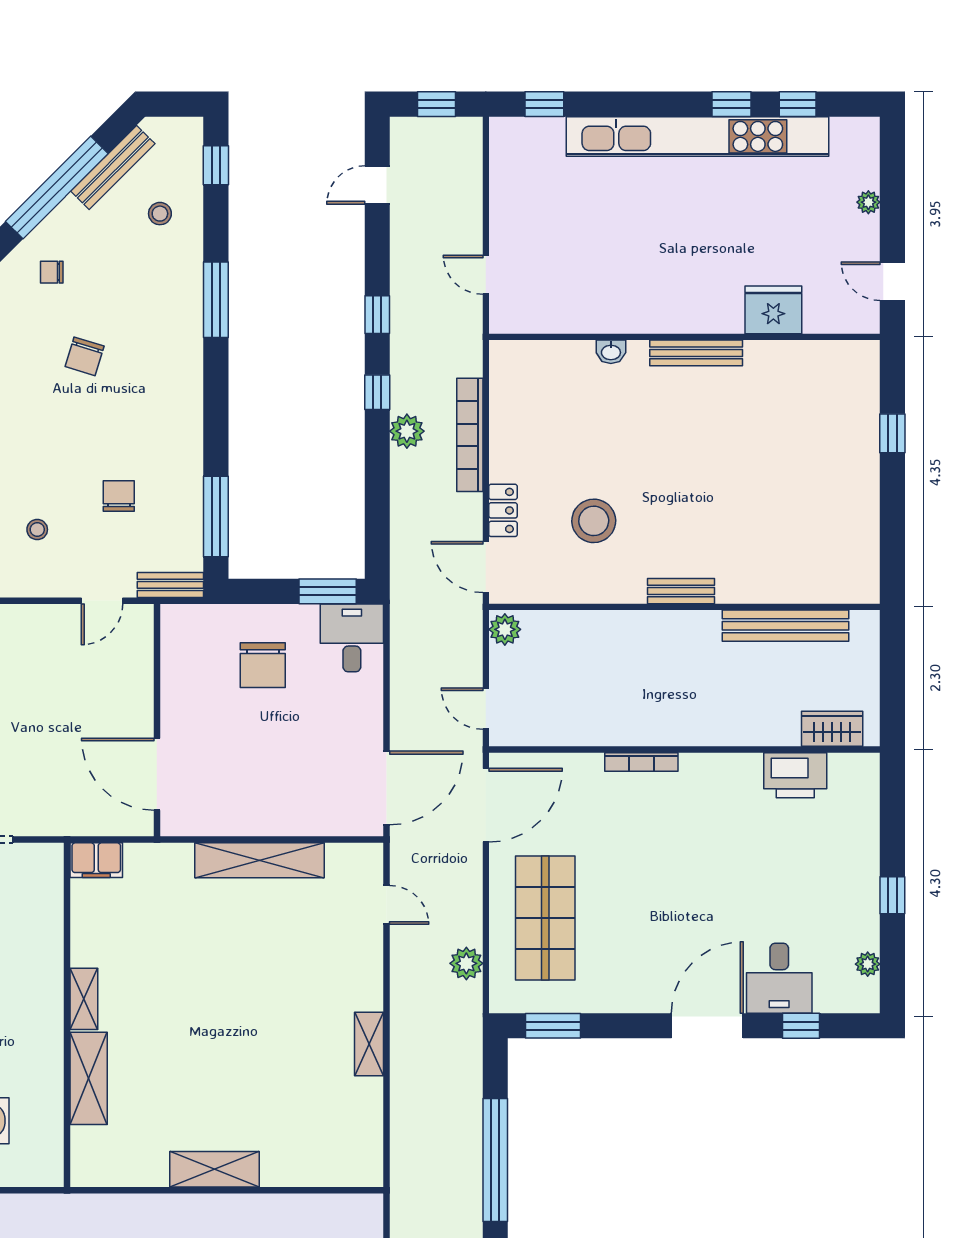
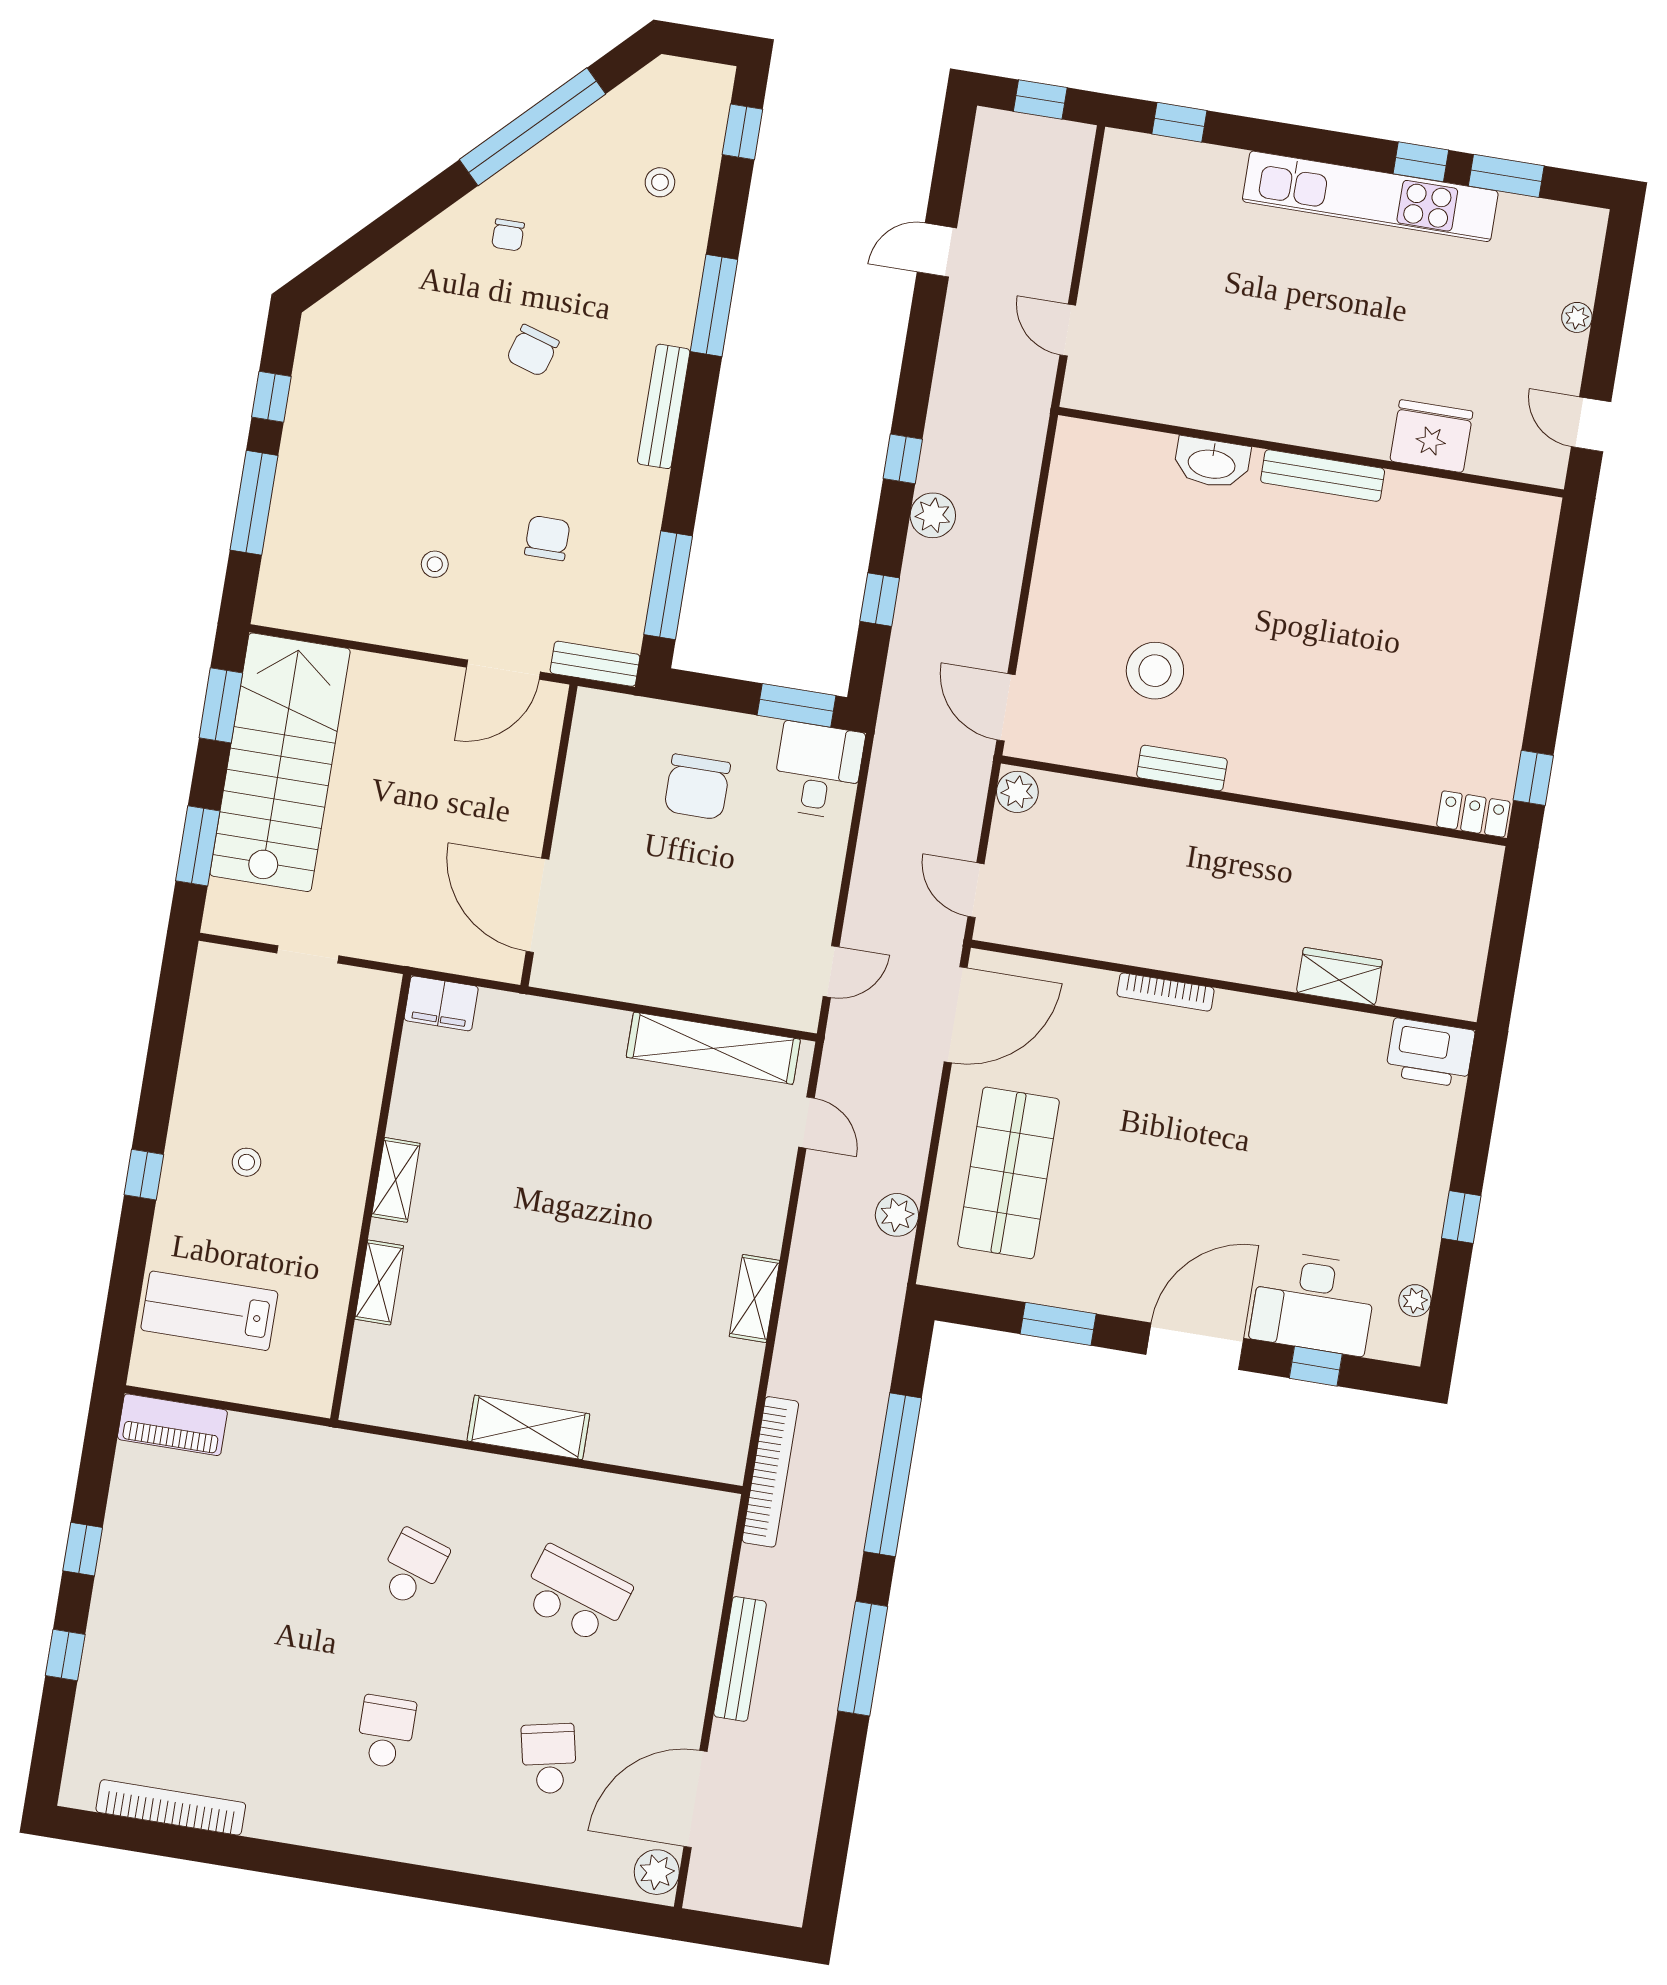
window: (798, 104) -> (1506, 176), width x1.50
kitchen unit: (698, 136) -> (1370, 196), width x0.73
bench: (113, 167) -> (664, 406), moved, turned -45
door: (377, 185) -> (937, 250), moved
chair: (52, 272) -> (508, 235), turned -90
window: (377, 315) -> (880, 600), moved
washbasin: (611, 352) -> (1212, 463), width x1.91, depth x1.45
window: (892, 433) -> (1533, 778), moved
bookcase: (470, 435) -> (770, 1472), moved, turned 180
locker: (503, 510) -> (1473, 814), moved, turned -90
bench: (681, 591) -> (1182, 768), moved
door: (102, 601) -> (503, 670), width x1.38
bench: (785, 626) -> (1380, 846), removed
wardrobe: (832, 729) -> (1339, 976), moved
printer: (795, 775) -> (1430, 1053), moved
door: (387, 788) -> (831, 972), width x0.53
shelving: (260, 860) -> (713, 1048), moved
desk: (779, 978) -> (1313, 1303), width x1.37
window: (553, 1026) -> (1058, 1324), moved
shelving: (89, 1078) -> (379, 1282), width x0.67, depth x0.75

